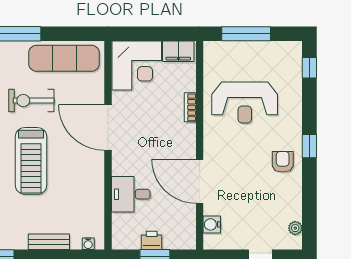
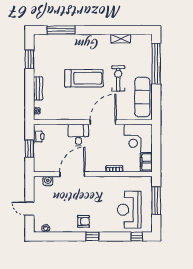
reception desk: (245, 103) -> (129, 210), moved
treadmill: (31, 161) -> (84, 78), turned 180
desk: (131, 194) -> (78, 135), moved
printer: (152, 240) -> (39, 137), moved

